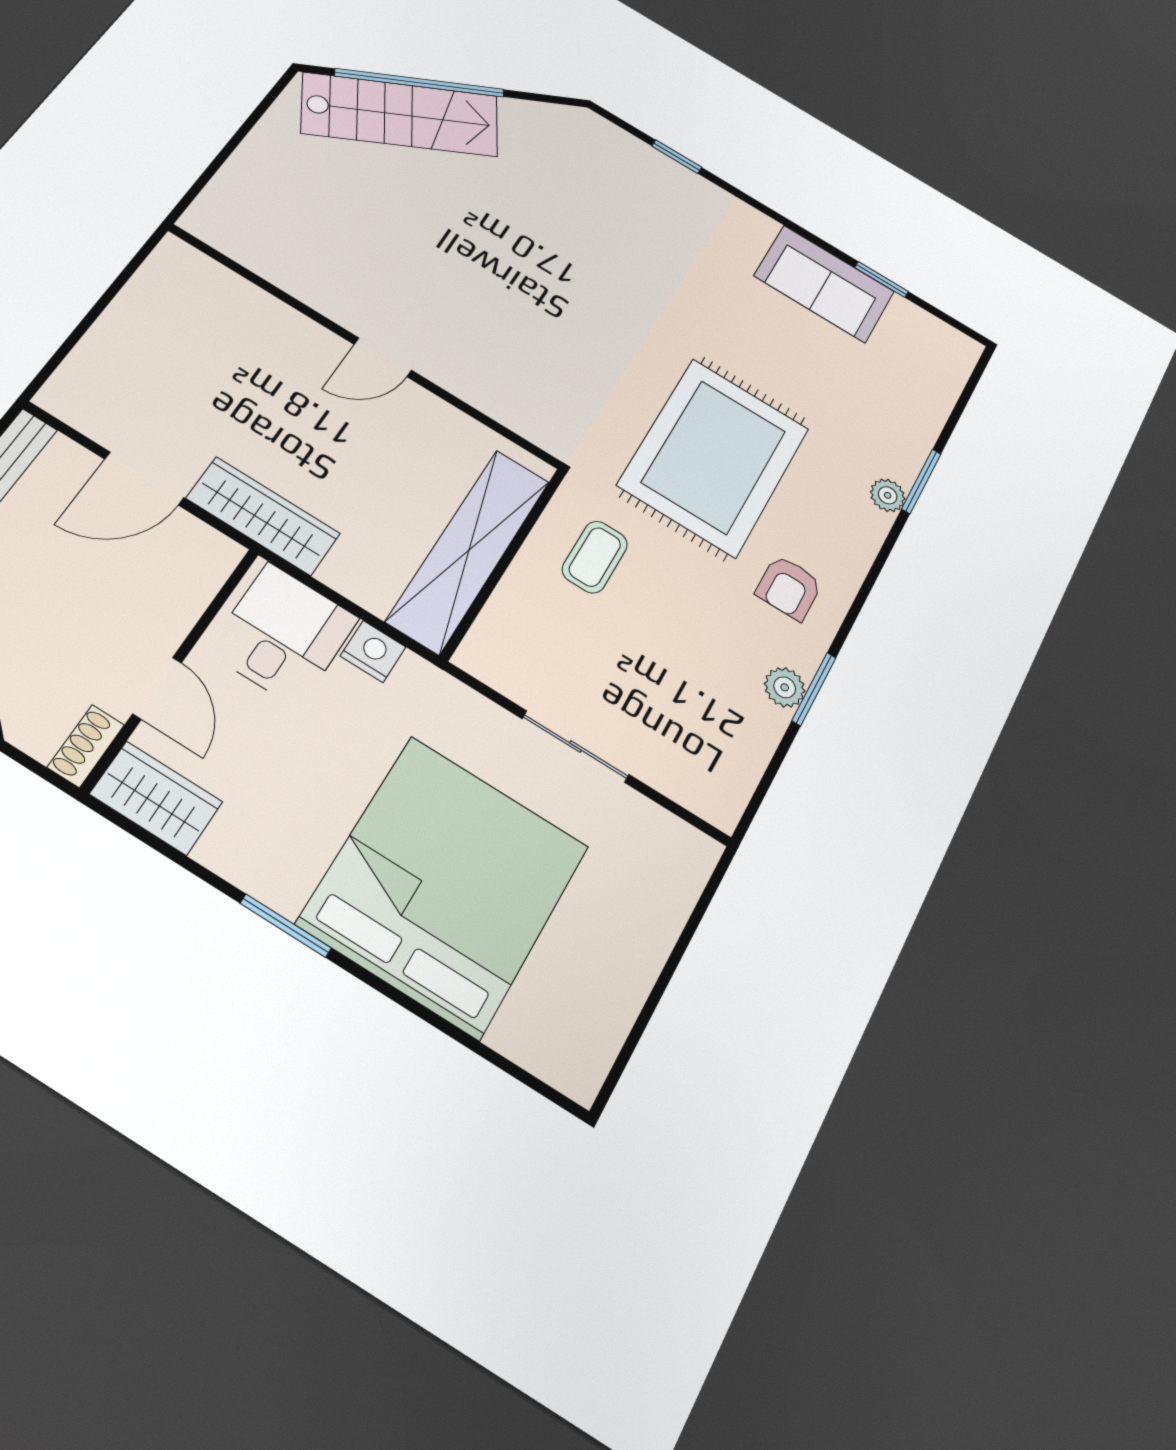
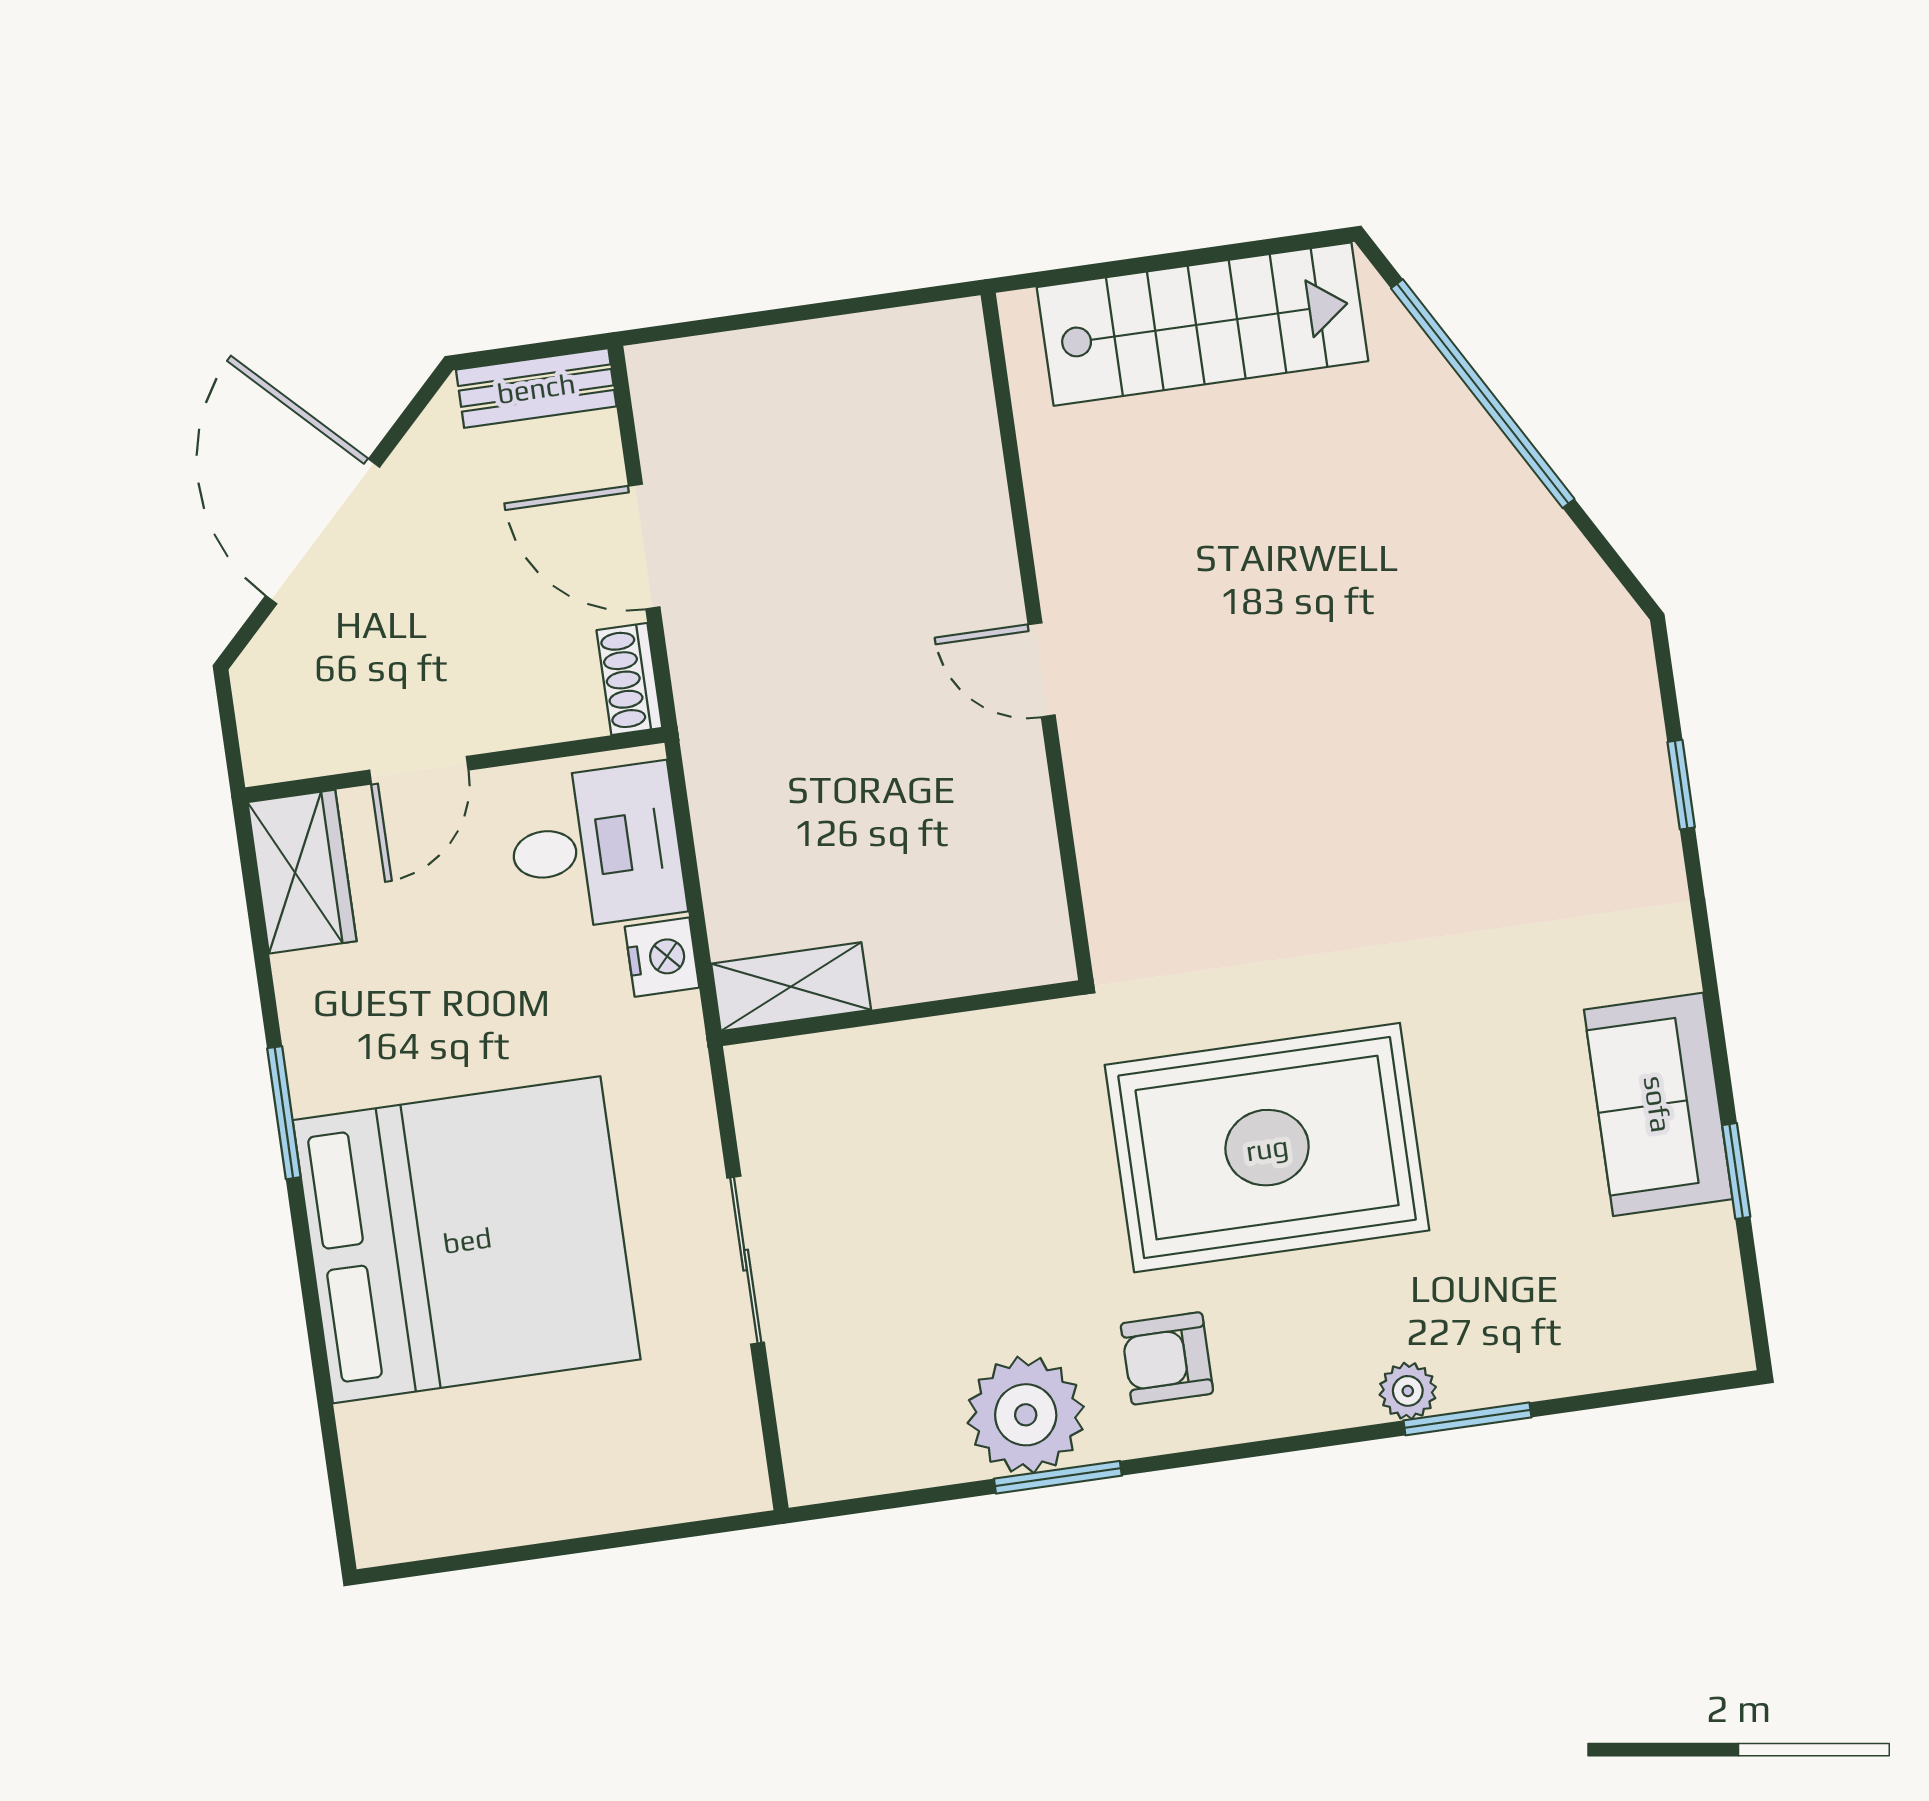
stairs: (400, 114) -> (1202, 324), moved, turned -60
wardrobe: (263, 516) -> (716, 708), removed
shelving: (469, 550) -> (791, 987), width x0.45, depth x0.75
coffee table: (595, 557) -> (1002, 1108), removed
plant: (785, 687) -> (1026, 1415), width x1.87, depth x1.87
shoe rack: (86, 746) -> (629, 679), moved, turned -90

